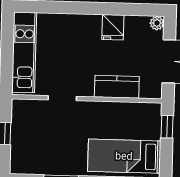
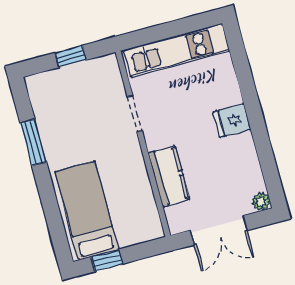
fridge: (113, 27) -> (232, 121), moved
window: (167, 127) -> (107, 260), moved

